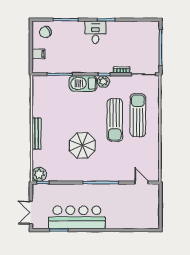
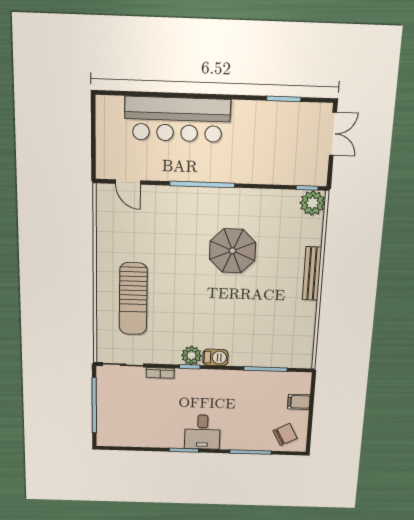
barbecue: (83, 83) -> (215, 357), width x0.53, depth x0.65
sun lounger: (115, 120) -> (174, 292), removed
bar counter: (77, 217) -> (177, 119), moved

